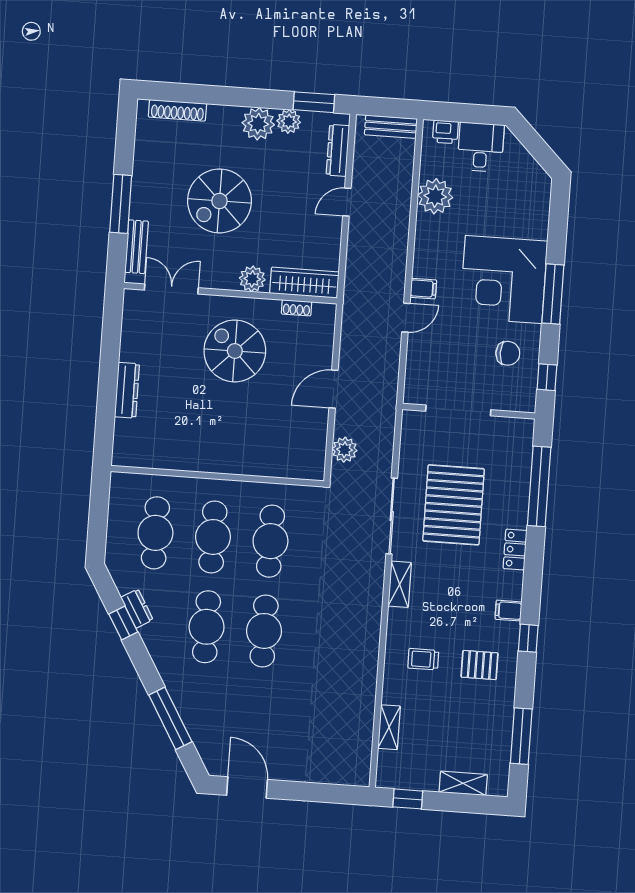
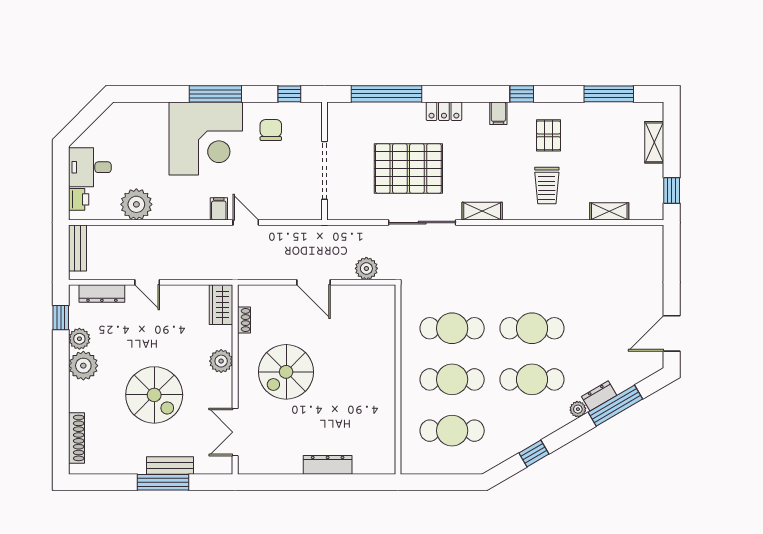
window: (314, 102) -> (61, 318), width x0.67
bench: (137, 247) -> (170, 465), moved
wardrobe: (304, 283) -> (221, 305), width x0.67
dresser: (137, 609) -> (599, 396), moved
trolley: (423, 659) -> (547, 186), width x1.36, depth x1.39
plant: (169, 676) -> (578, 409), added

